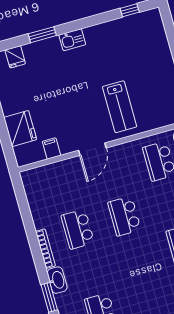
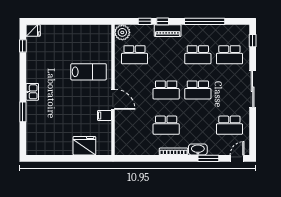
fridge: (15, 57) -> (33, 31), moved
filing cabinet: (51, 148) -> (104, 116), moved
school desk: (136, 258) -> (198, 90), added

